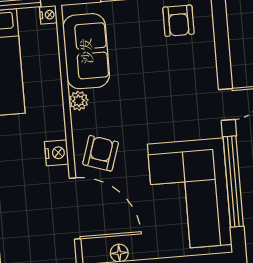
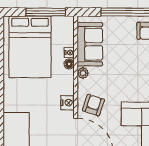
nightstand: (48, 15) -> (69, 53), moved
floor lamp: (54, 87) -> (69, 64), added

